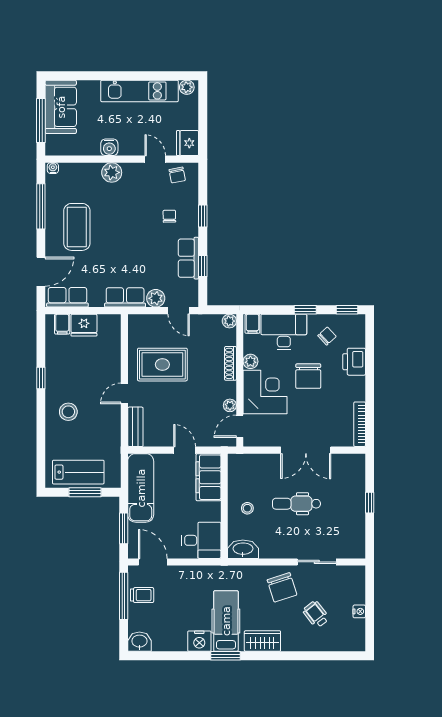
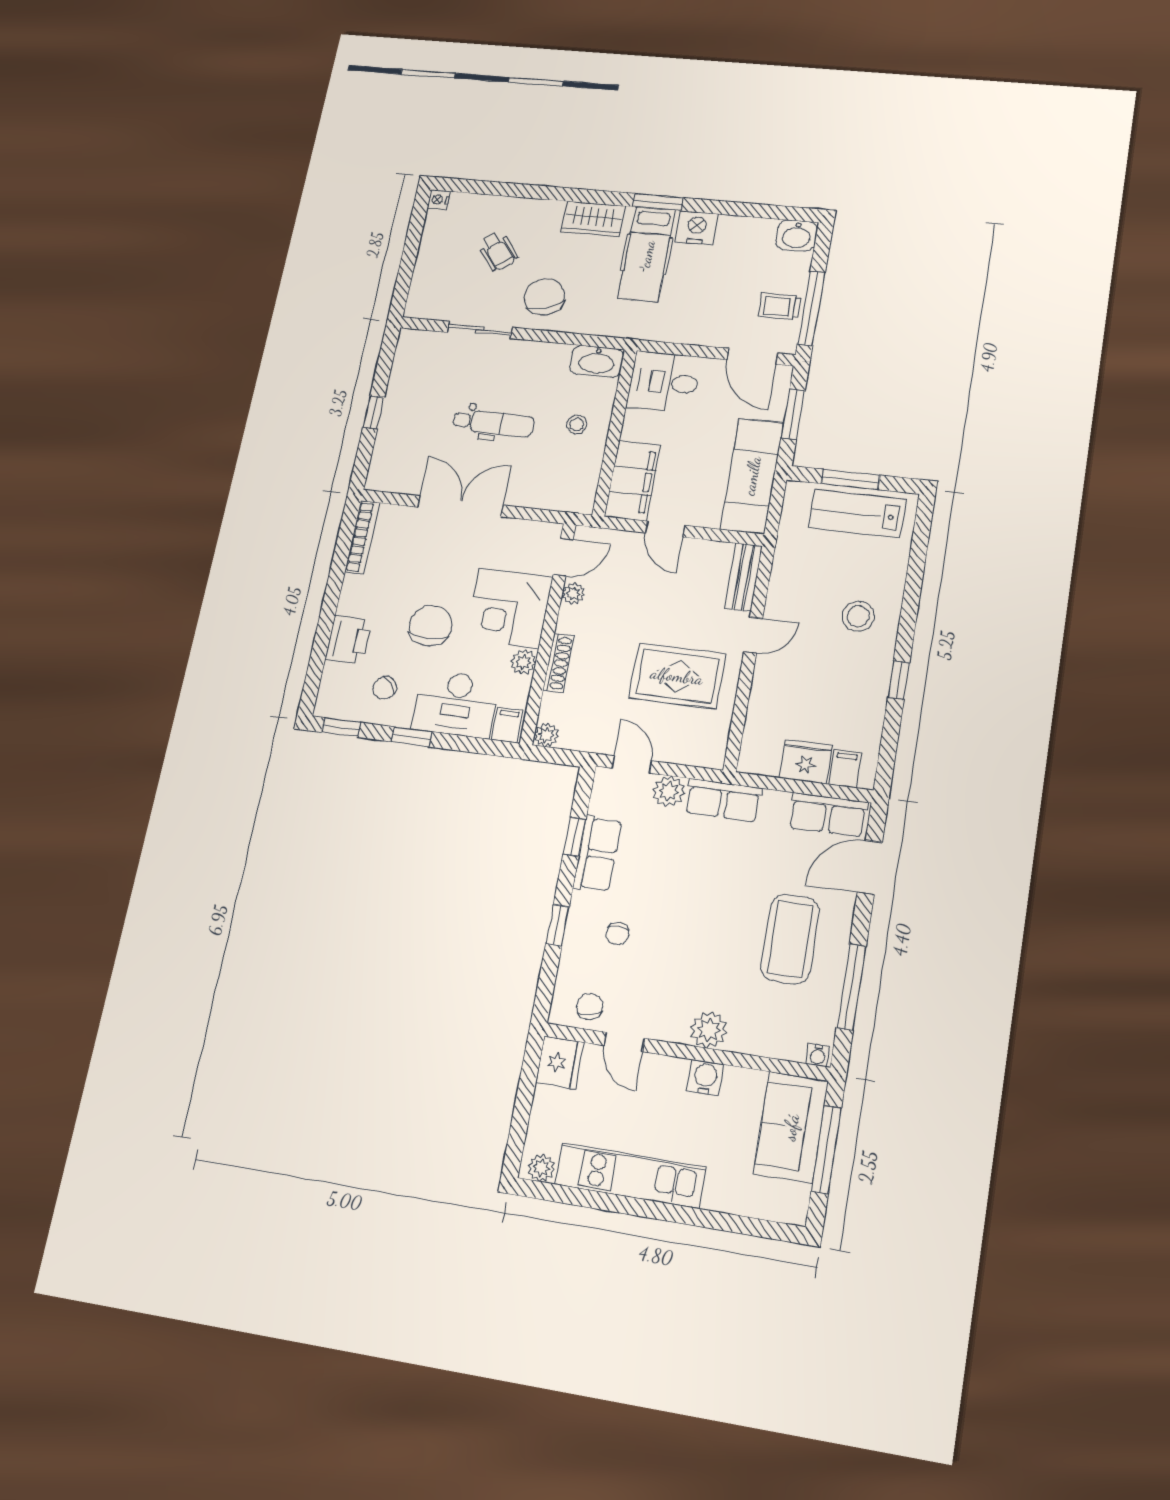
sofa: (61, 107) -> (791, 1127), moved
nightstand: (359, 611) -> (439, 200), moved

